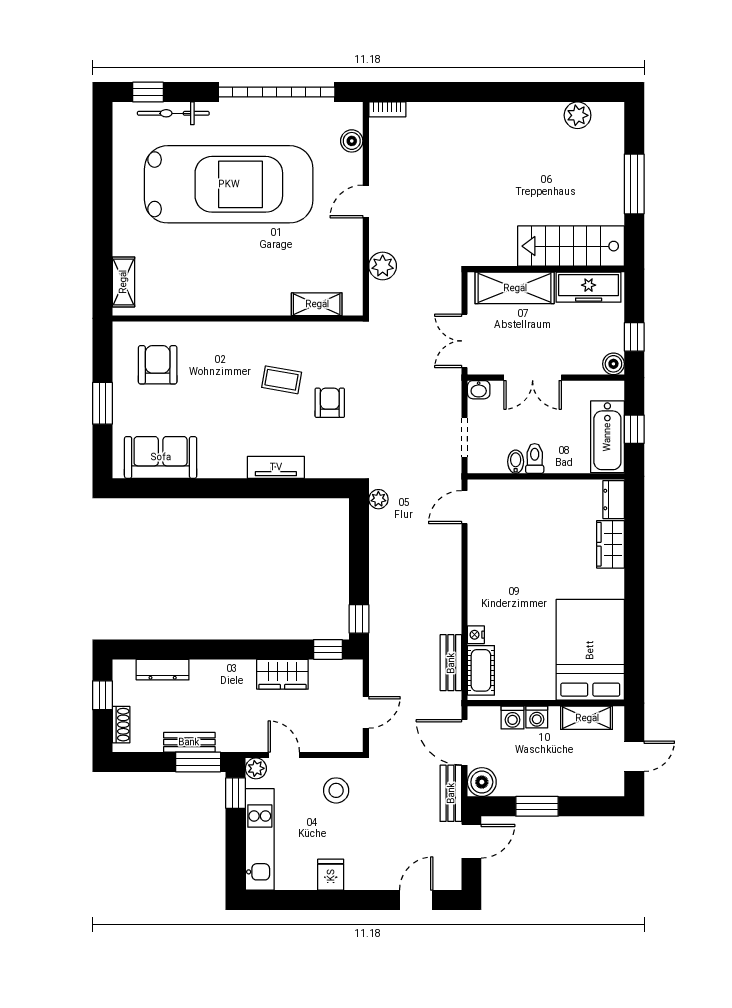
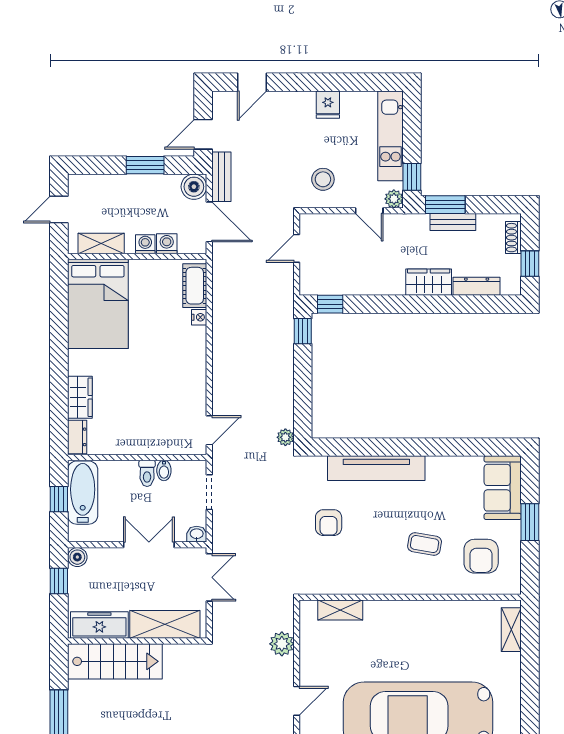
coffee table: (282, 380) -> (425, 544), moved
sofa: (161, 457) -> (503, 488), moved, turned 90
tv unit: (276, 467) -> (376, 468), width x1.92, depth x1.29
bench: (451, 663) -> (221, 292), removed
wardrobe: (282, 674) -> (429, 282), moved

